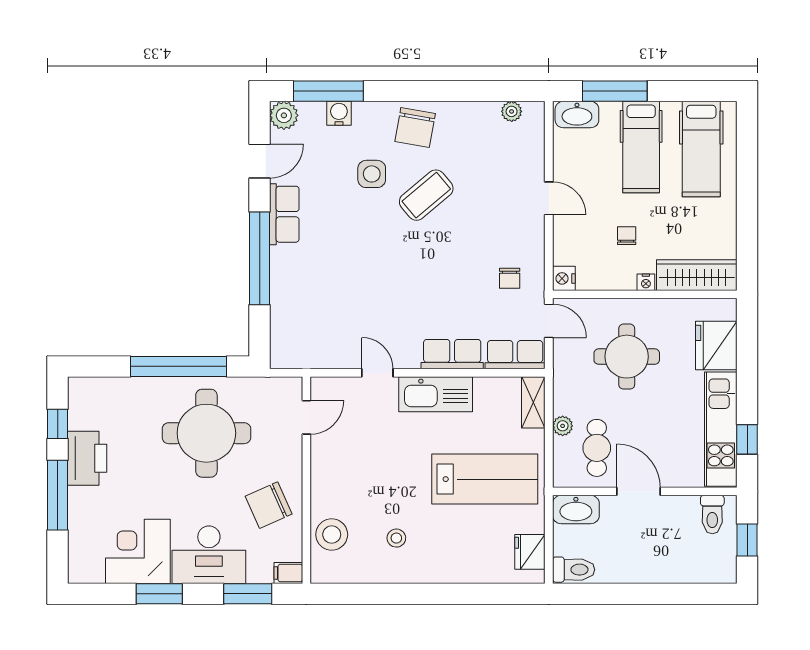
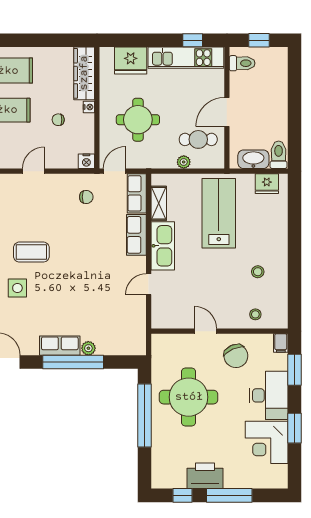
coffee table: (426, 195) -> (31, 252), turned -50
row of seats: (284, 214) -> (60, 346), moved
plant: (280, 282) -> (88, 348), added
shelving: (533, 402) -> (159, 203), moved, turned 90
door: (306, 417) -> (205, 331), moved
washbasin: (576, 510) -> (253, 159), moved, turned -90
stool: (332, 535) -> (255, 314), width x0.53, depth x0.53

